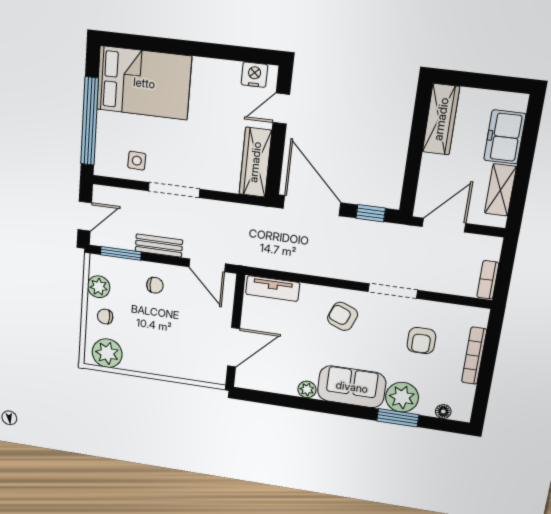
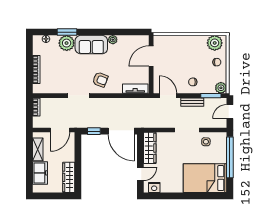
plant: (99, 287) -> (221, 88), moved
armchair: (421, 341) -> (62, 73), removed

